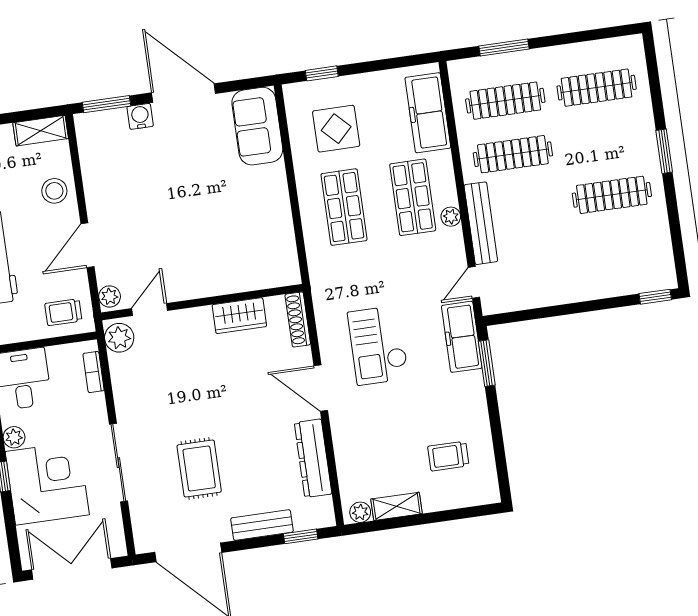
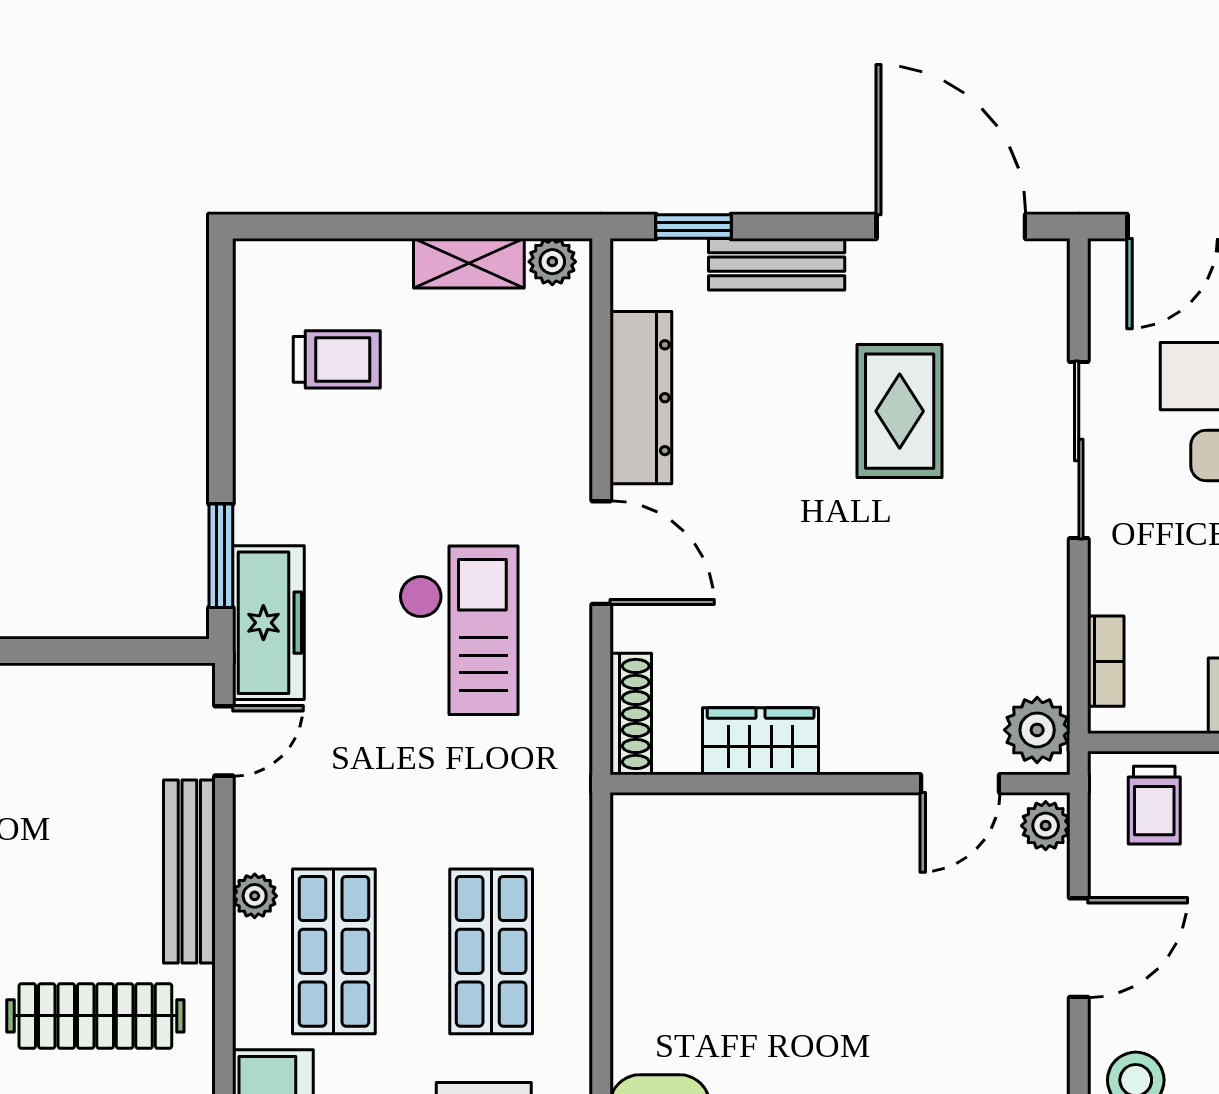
trolley: (63, 312) -> (1154, 805), turned 90

